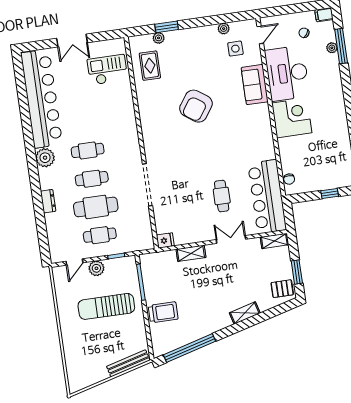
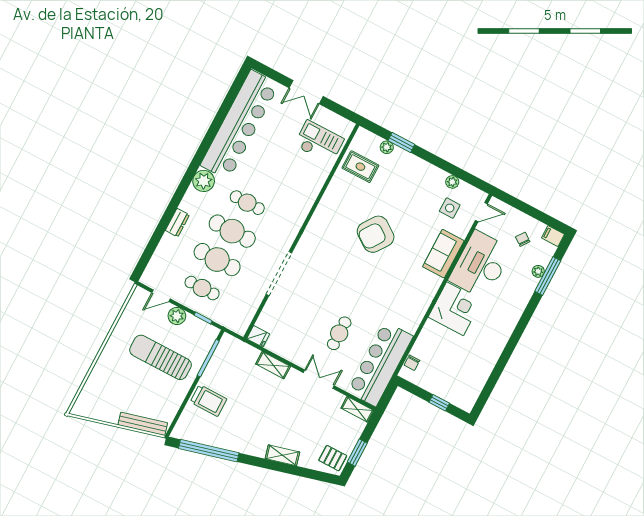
rug: (150, 66) -> (360, 167), turned 90
cafe table: (92, 179) -> (232, 231), width x1.37, depth x1.35

